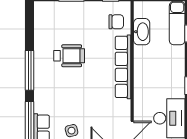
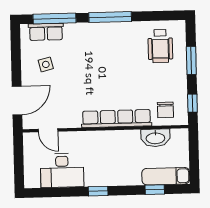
wheelchair: (69, 56) -> (160, 46), moved

